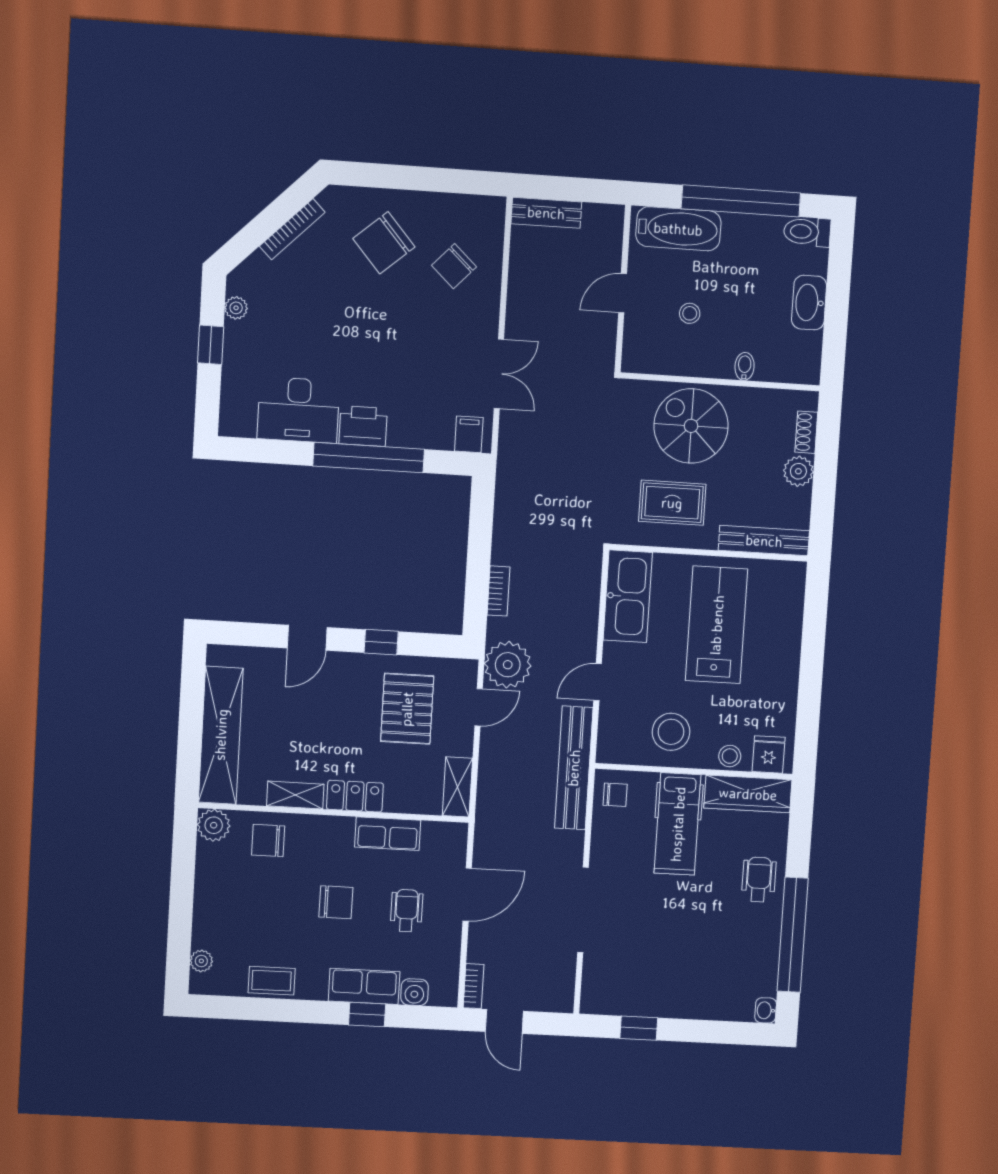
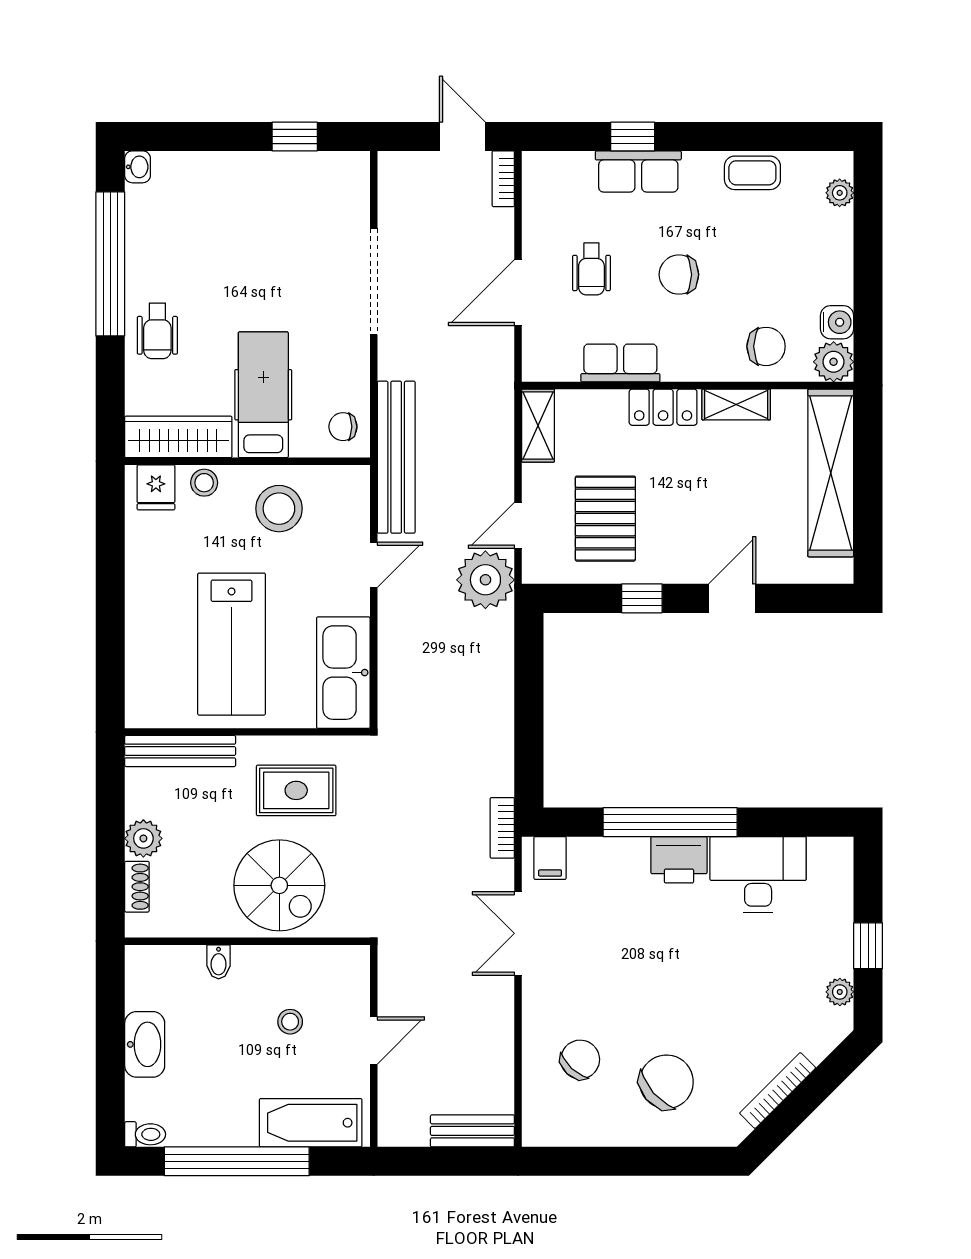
toilet: (807, 232) -> (145, 1134), width x0.73, depth x0.72
bookcase: (499, 591) -> (502, 828), moved
water cooler: (414, 992) -> (837, 322), moved, turned 90

